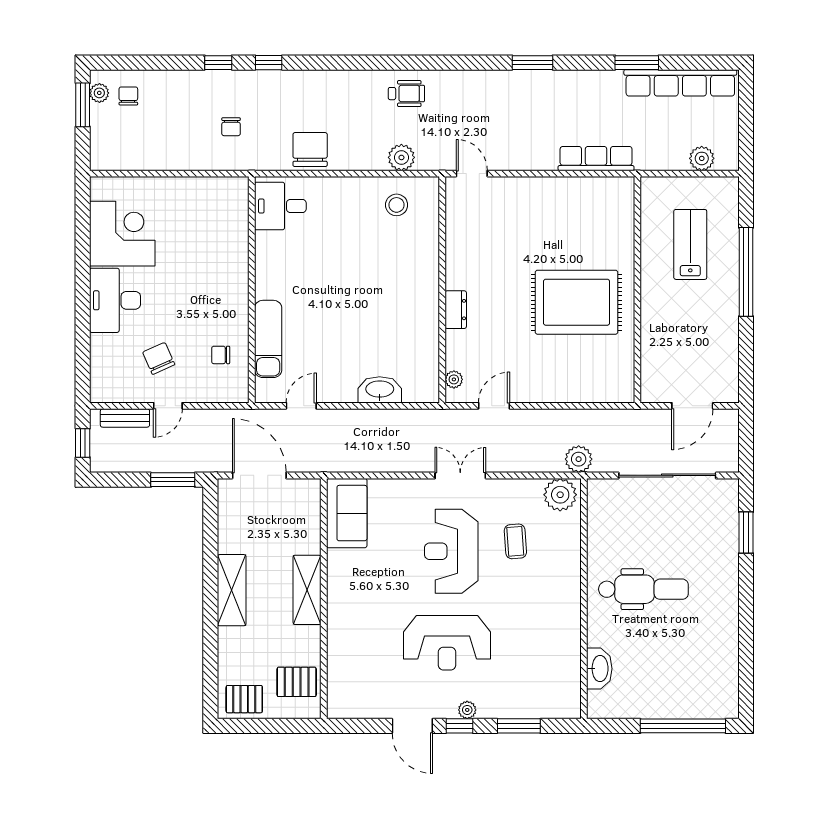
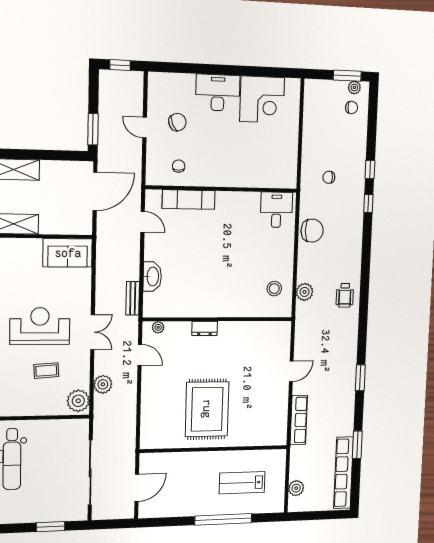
door: (472, 174) -> (291, 371), moved
lab bench: (690, 244) -> (242, 483), turned 180
door: (692, 406) -> (137, 488), swing flipped
bench: (125, 418) -> (133, 298), moved
plant: (579, 459) -> (103, 384), moved

